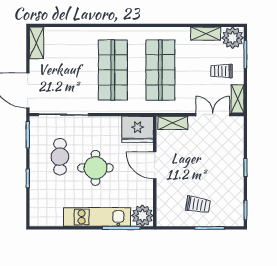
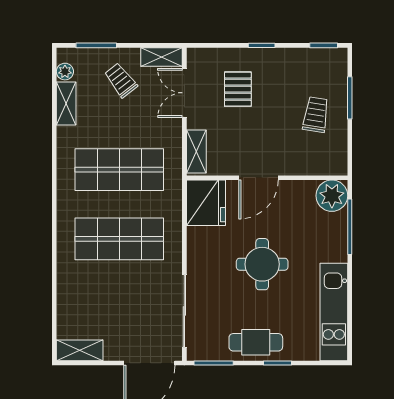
plant: (233, 38) -> (65, 72), width x0.53, depth x0.53
trolley: (222, 71) -> (121, 80), turned 142
pallet: (215, 151) -> (238, 89), added
cafe table: (60, 157) -> (256, 342), moved
kitchen unit: (97, 217) -> (334, 312), moved

